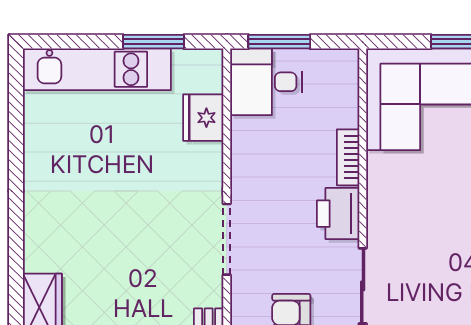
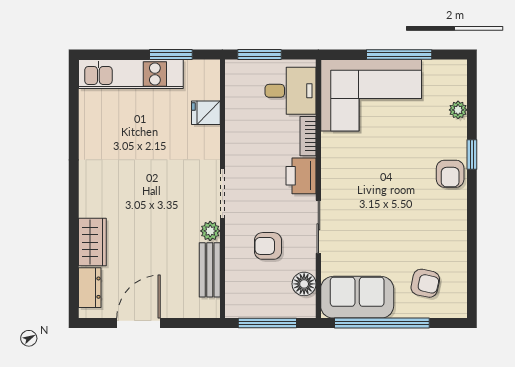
desk: (266, 82) -> (291, 91), moved, turned 180
fridge: (203, 118) -> (206, 113), width x0.72
plant: (209, 292) -> (210, 231), added

